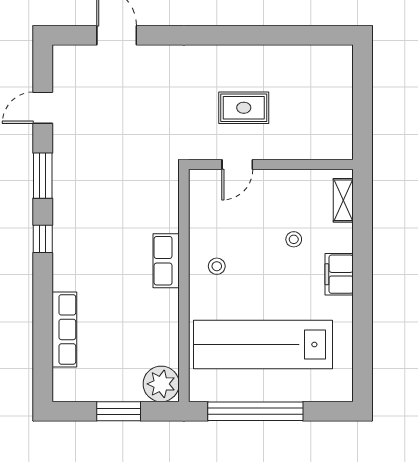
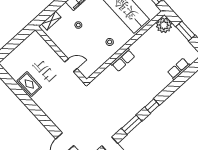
rug: (244, 108) -> (29, 84), moved
row of seats: (64, 329) -> (179, 69), width x0.68

